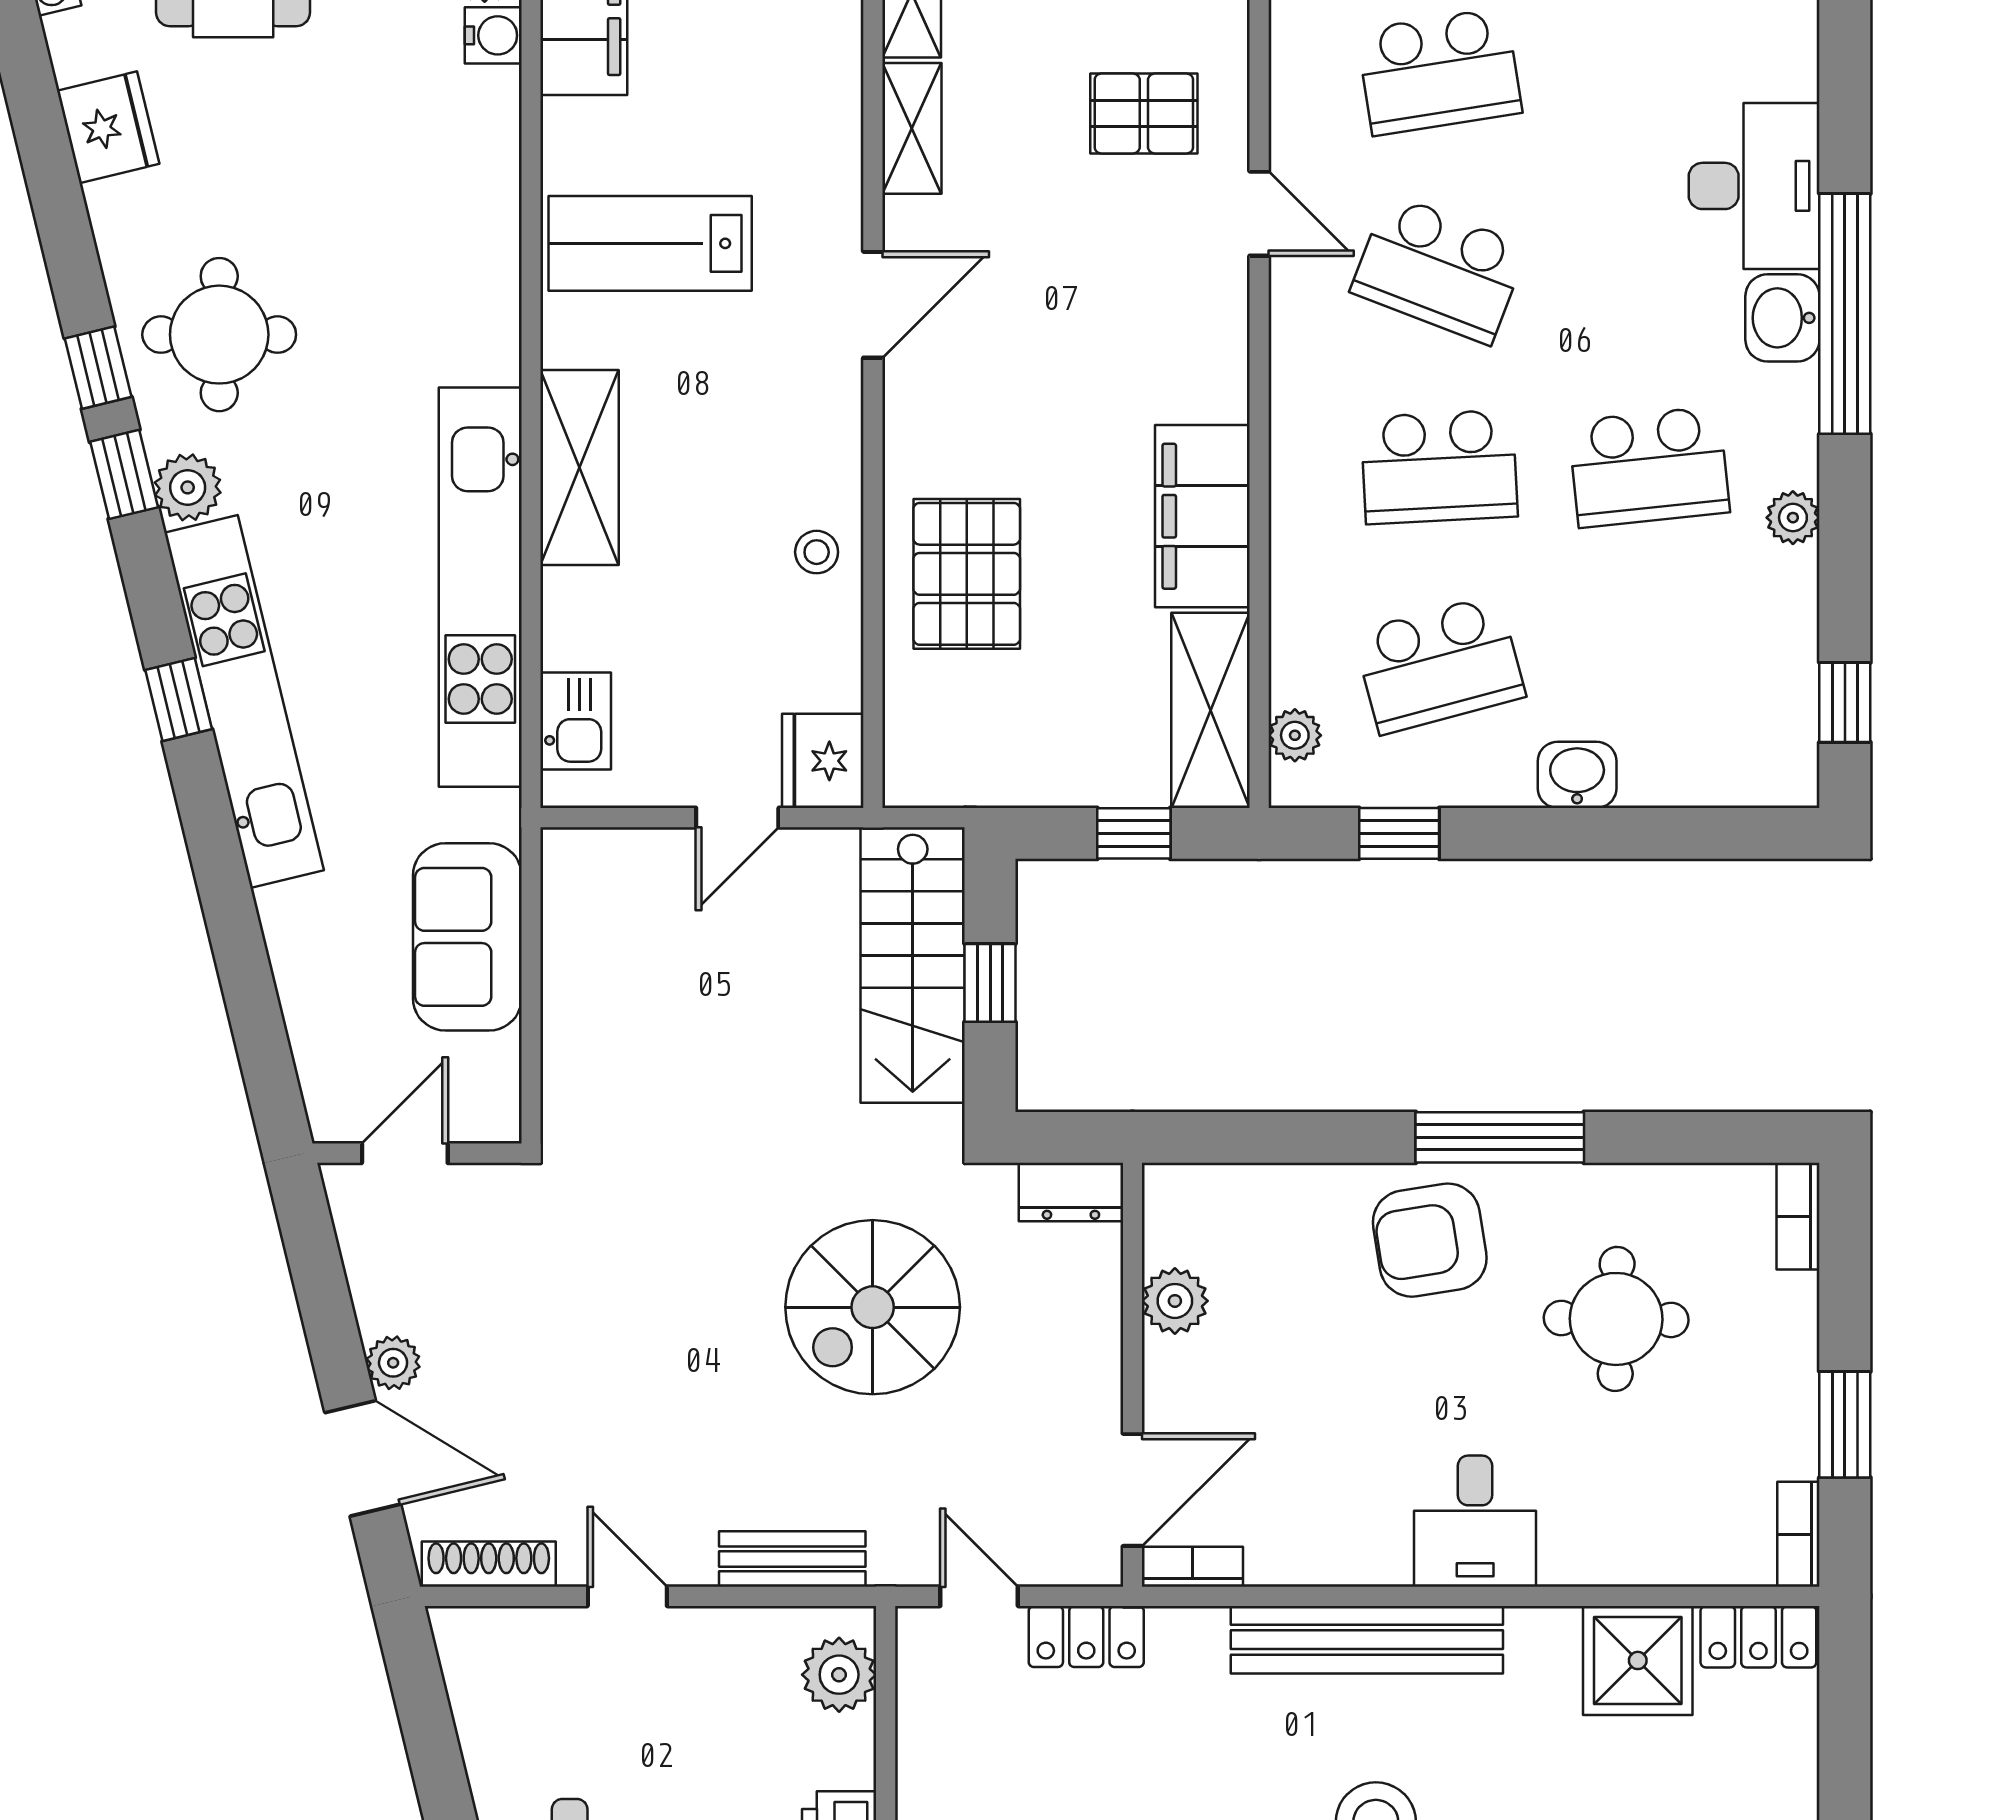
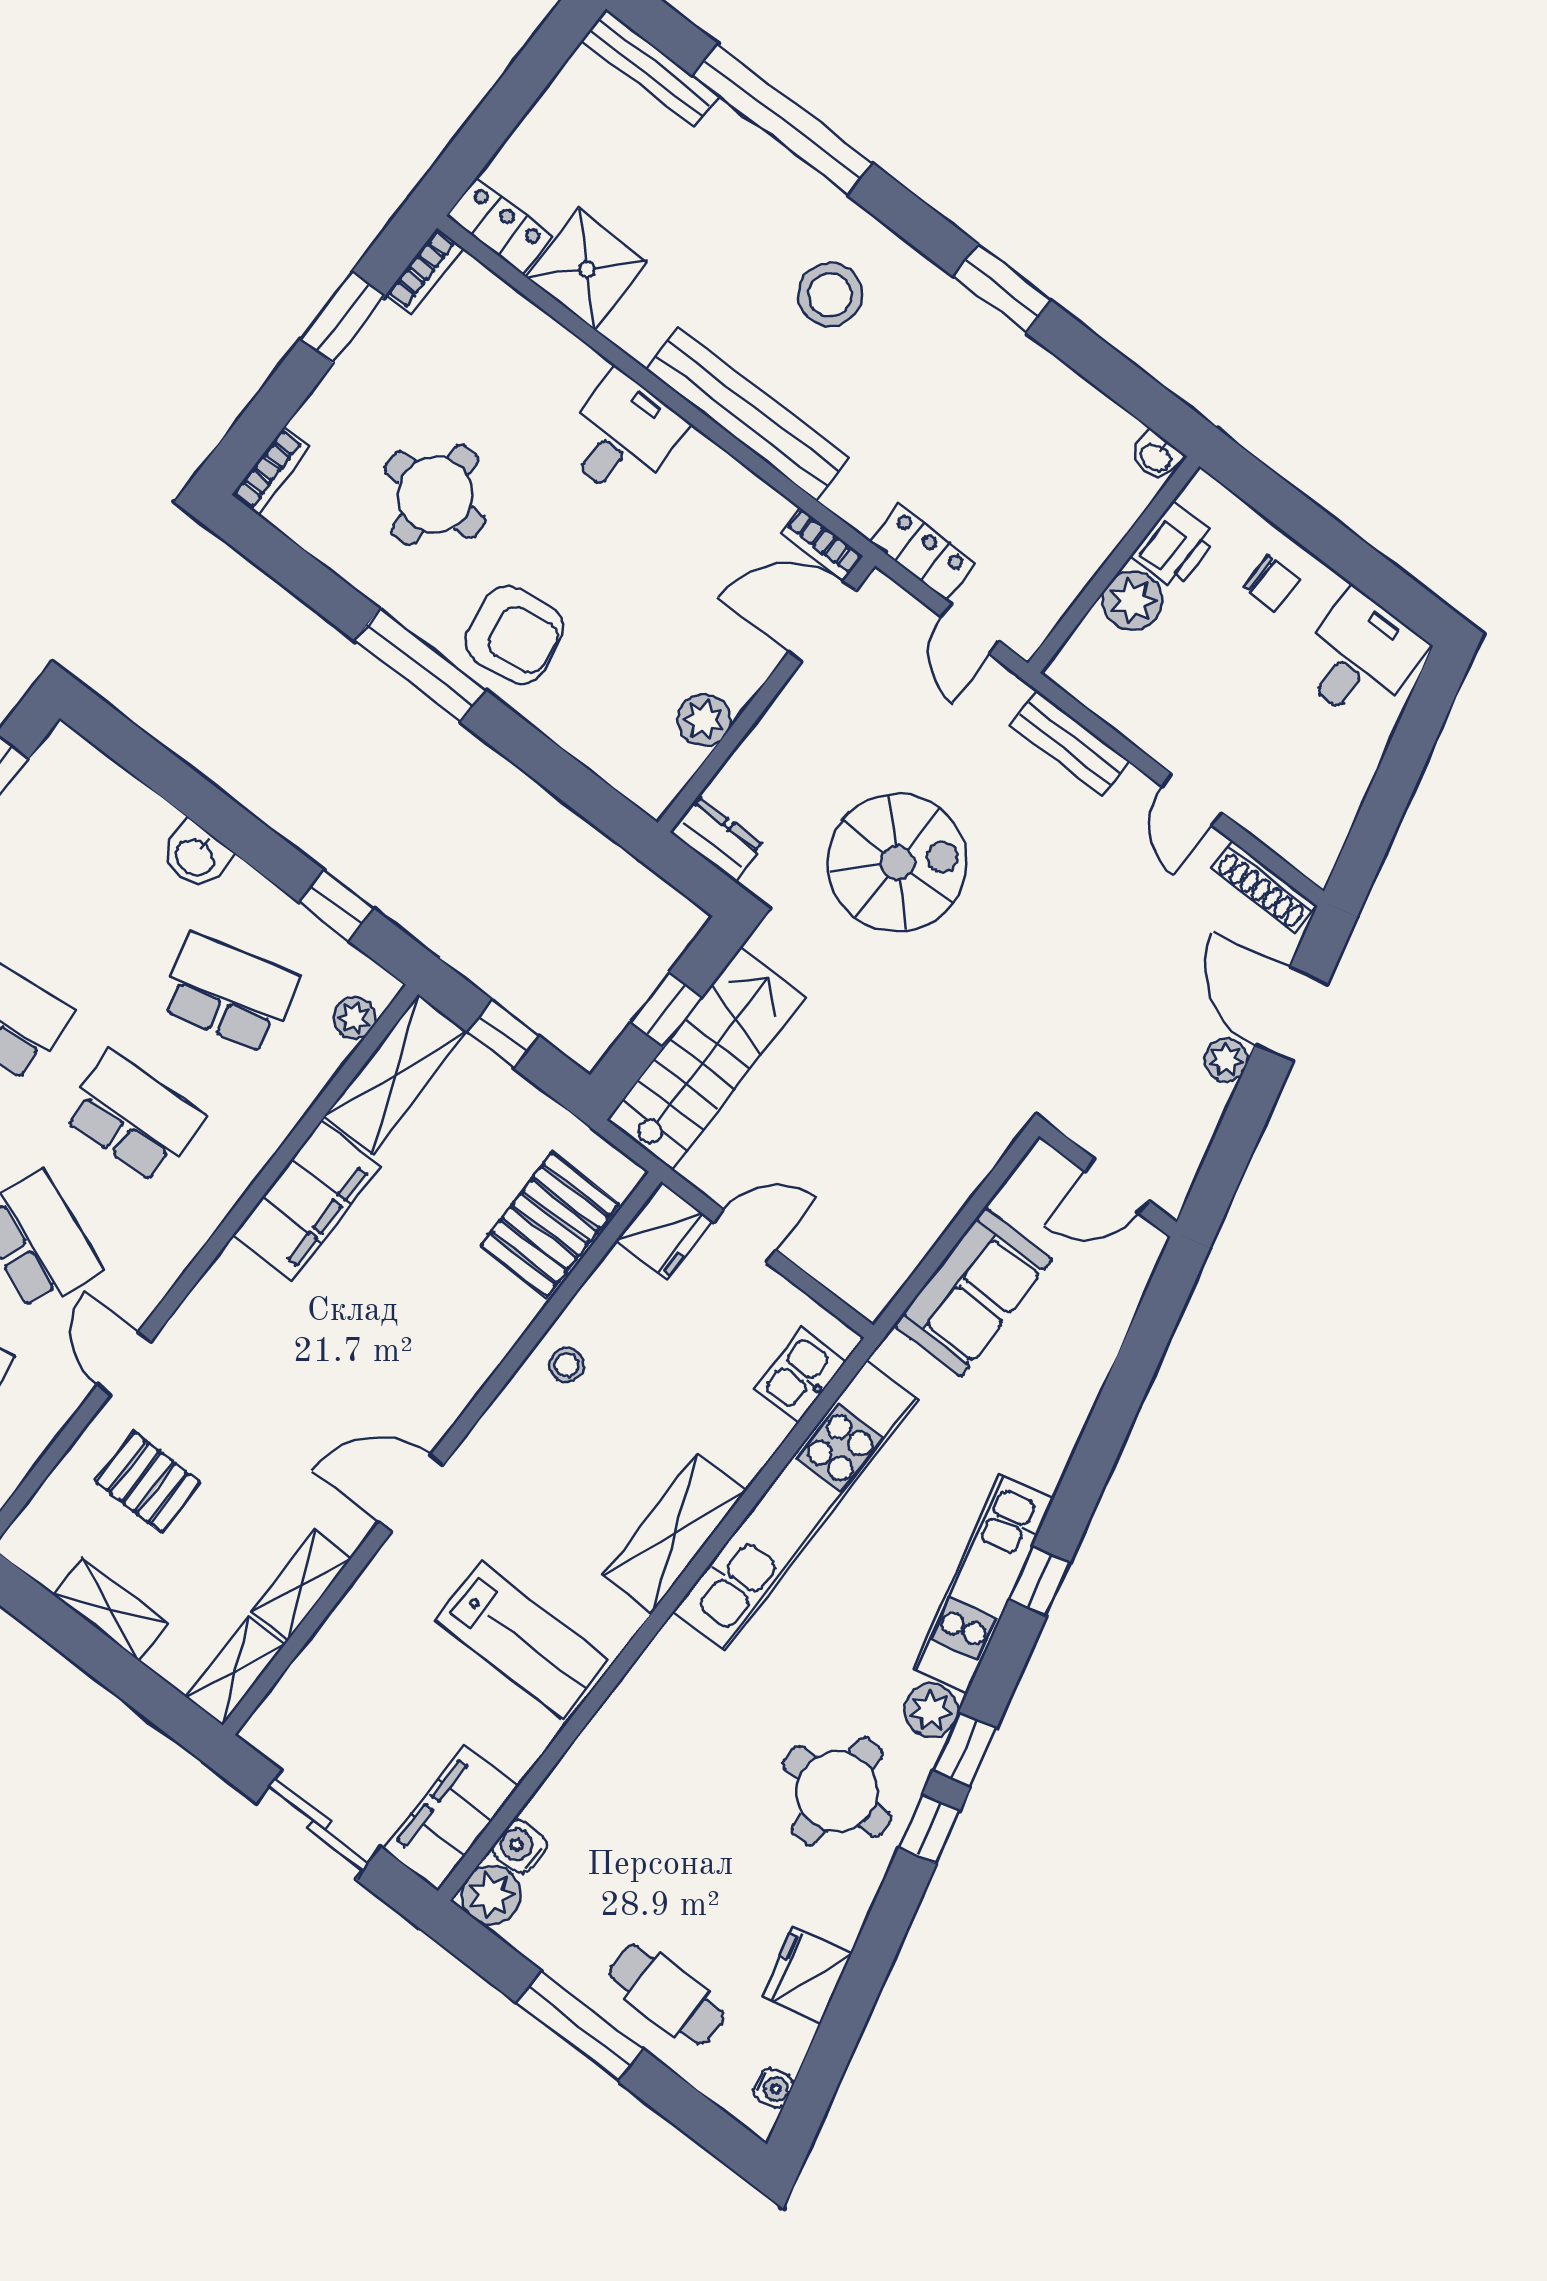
pallet: (967, 574) -> (550, 1224), moved
kitchen unit: (244, 702) -> (984, 1584), width x0.73
plant: (839, 1675) -> (1132, 601), moved

